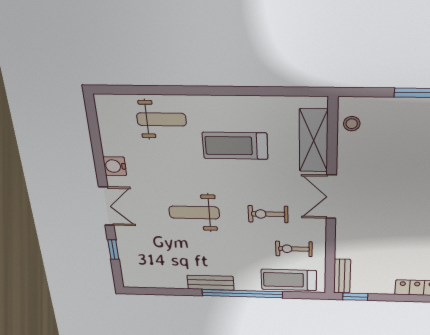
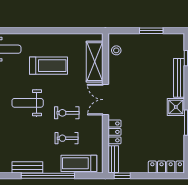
treadmill: (235, 146) -> (49, 66), turned 180
weight bench: (194, 212) -> (28, 103), moved
locker: (345, 241) -> (114, 132), added
exercise bike: (294, 249) -> (67, 138), moved

